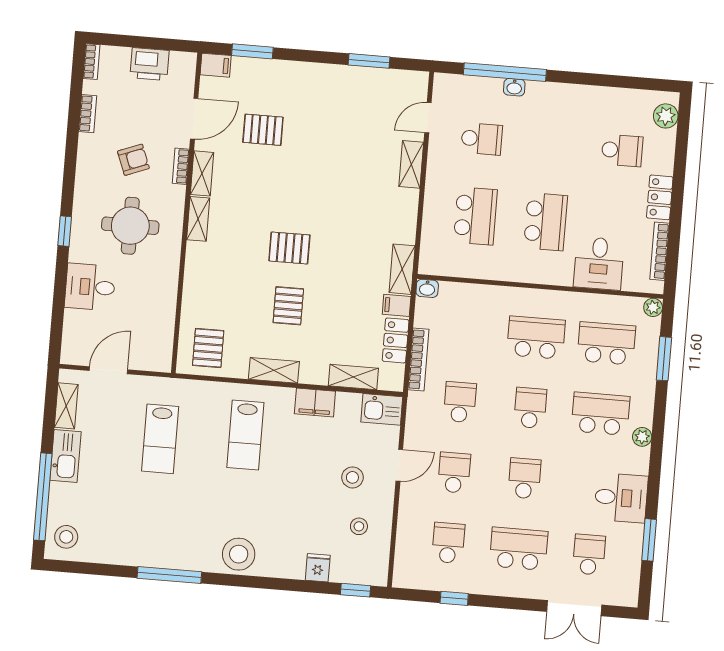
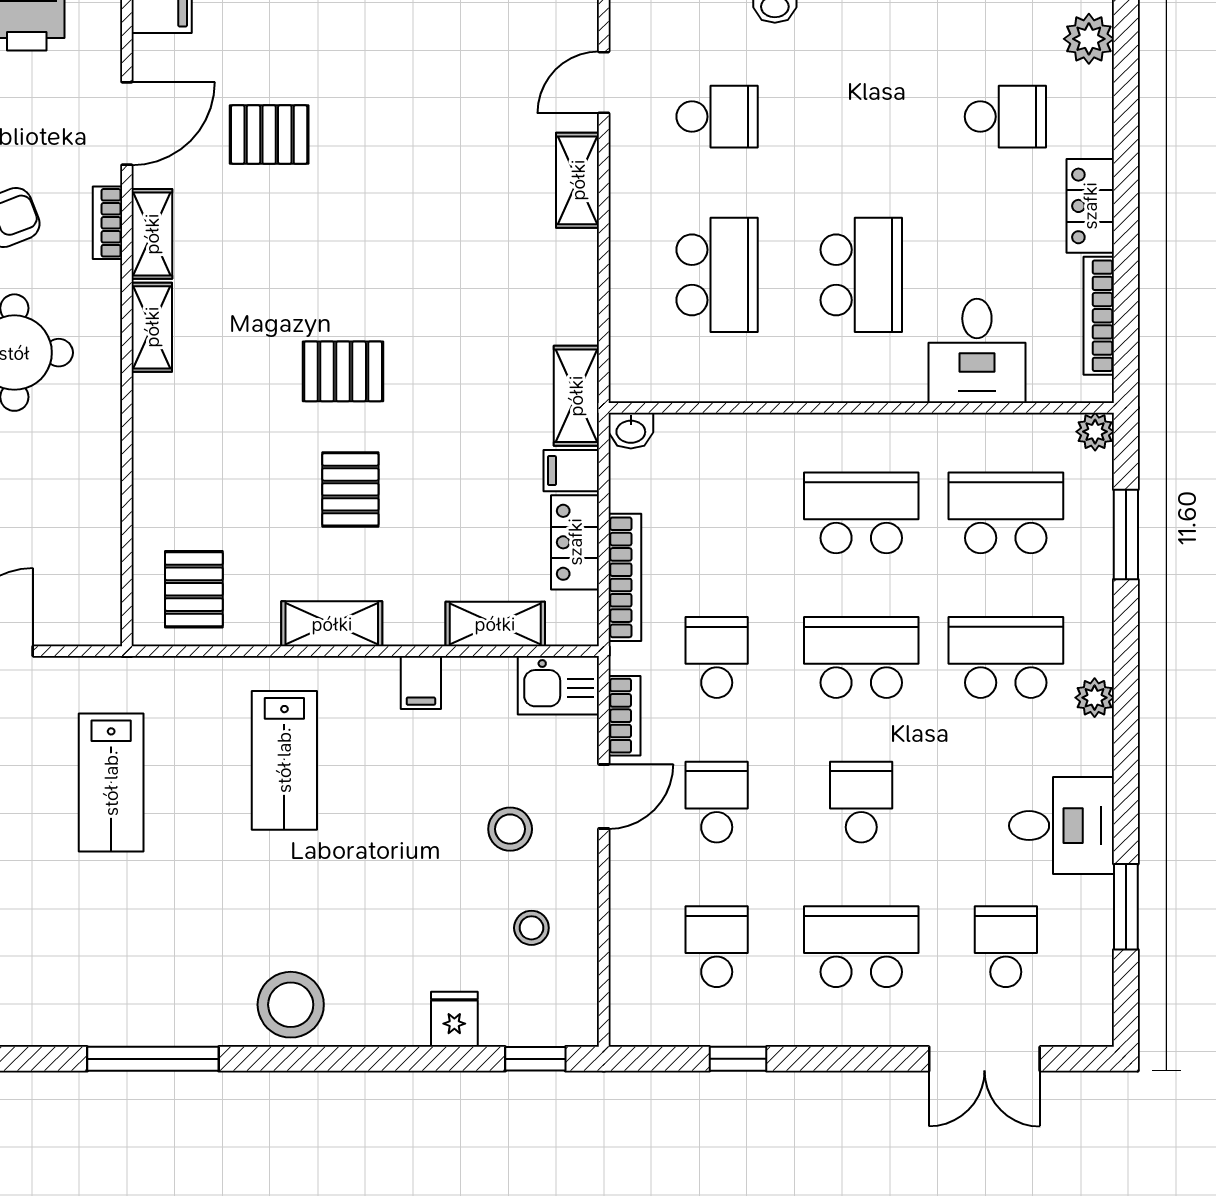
filing cabinet: (315, 403) -> (421, 683), width x0.50
school desk: (530, 408) -> (861, 657), width x1.85
bookcase: (413, 427) -> (624, 716), added

